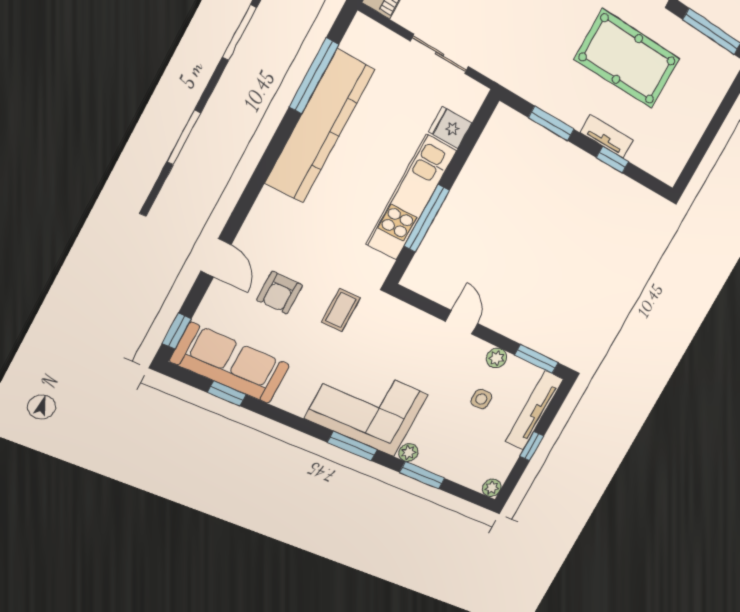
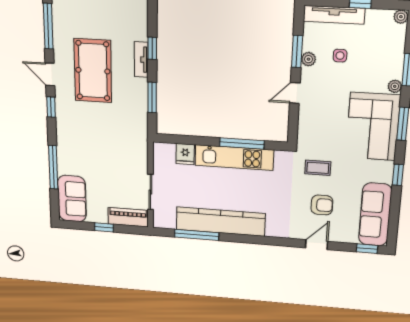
sliding door: (440, 54) -> (150, 192), moved
window: (536, 359) -> (297, 51), moved
window: (227, 393) -> (398, 175), moved

